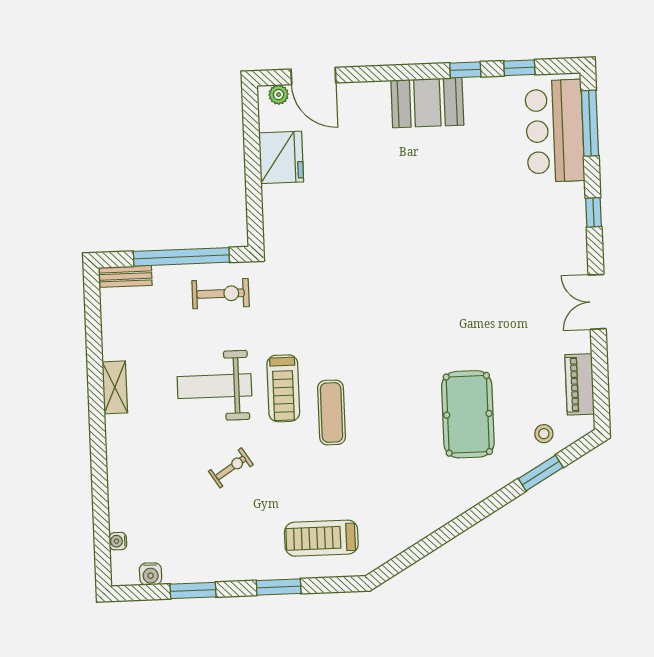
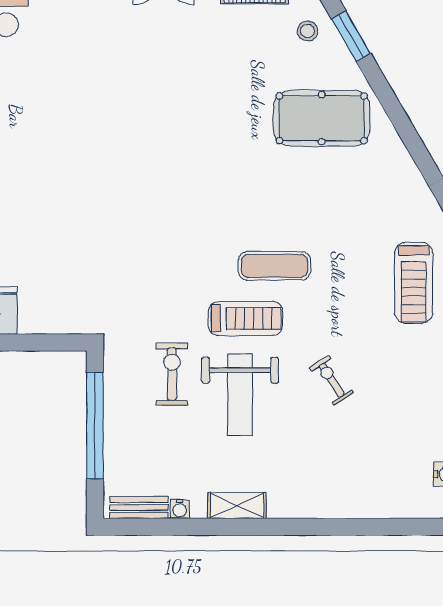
bench: (126, 276) -> (139, 507), moved, turned 90
exercise bike: (221, 294) -> (172, 374), moved
pool table: (468, 414) -> (322, 118), moved
water cooler: (118, 541) -> (180, 509), moved

